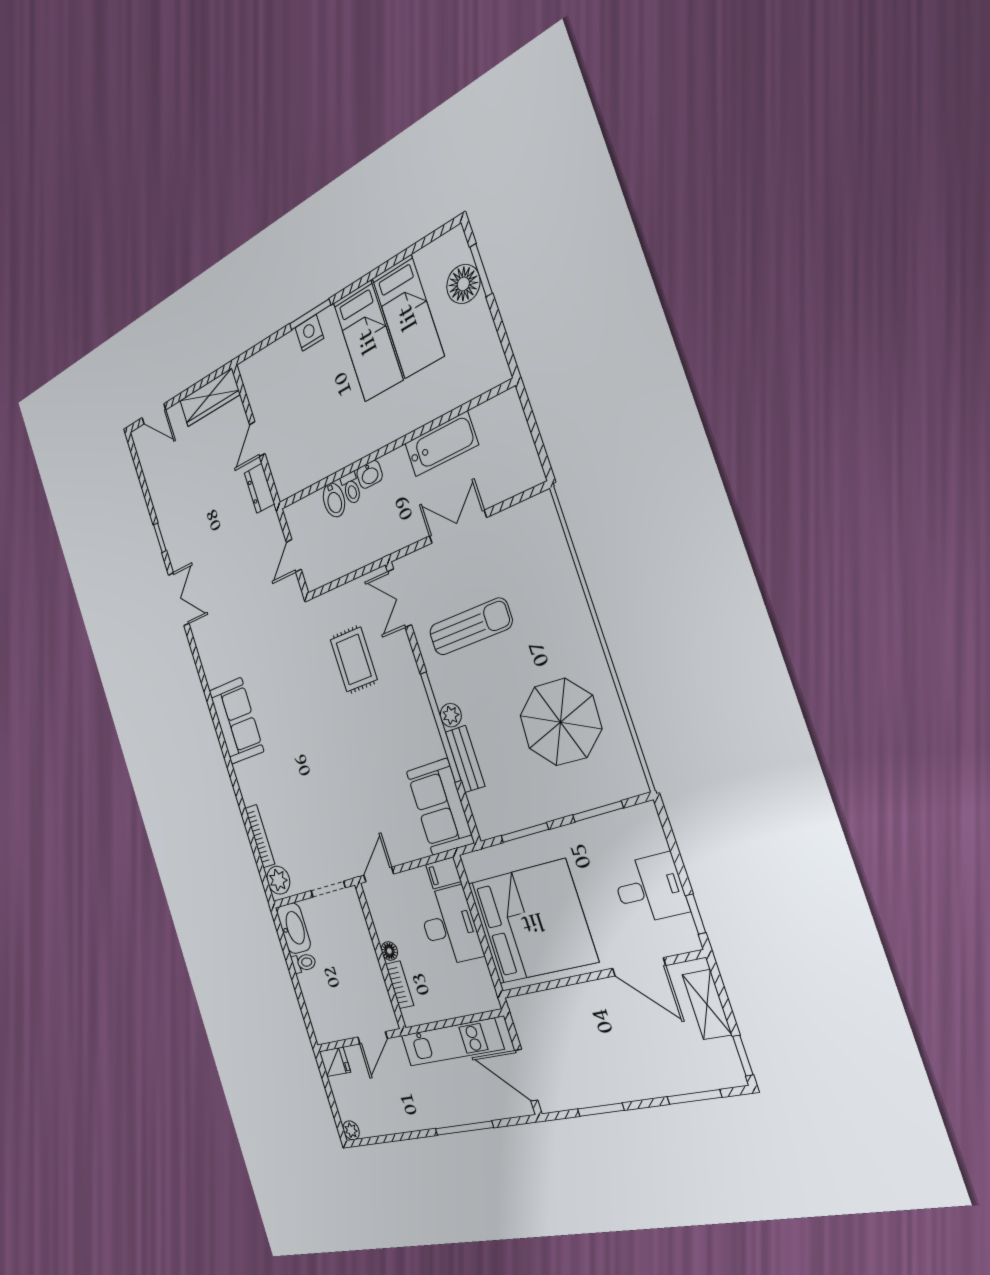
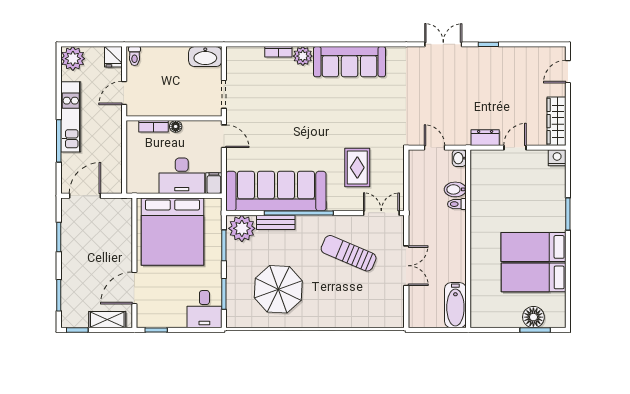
nightstand: (309, 333) -> (557, 158), moved, turned -90
door: (257, 439) -> (515, 148), hinge flipped
bathtub: (441, 444) -> (455, 305), moved
washbasin: (370, 474) -> (459, 158), moved
double door: (179, 599) -> (443, 44), swing flipped
sun lounger: (470, 627) -> (349, 253), turned 113
rug: (354, 660) -> (357, 168), turned 90
plant: (451, 715) -> (242, 228), moved, width x1.88, depth x1.88
sofa: (236, 721) -> (350, 62), width x1.36
sofa: (440, 807) -> (276, 191), width x1.85, depth x1.27
bookcase: (260, 836) -> (278, 52), width x0.64
plant: (278, 880) -> (303, 56), moved
desk: (650, 889) -> (204, 309), moved
toilet: (304, 963) -> (135, 56), moved
door: (372, 1038) -> (124, 93), hinge flipped
kitchen unit: (452, 1042) -> (71, 117), moved, turned 180
plant: (351, 1130) -> (73, 59), width x1.88, depth x1.88

